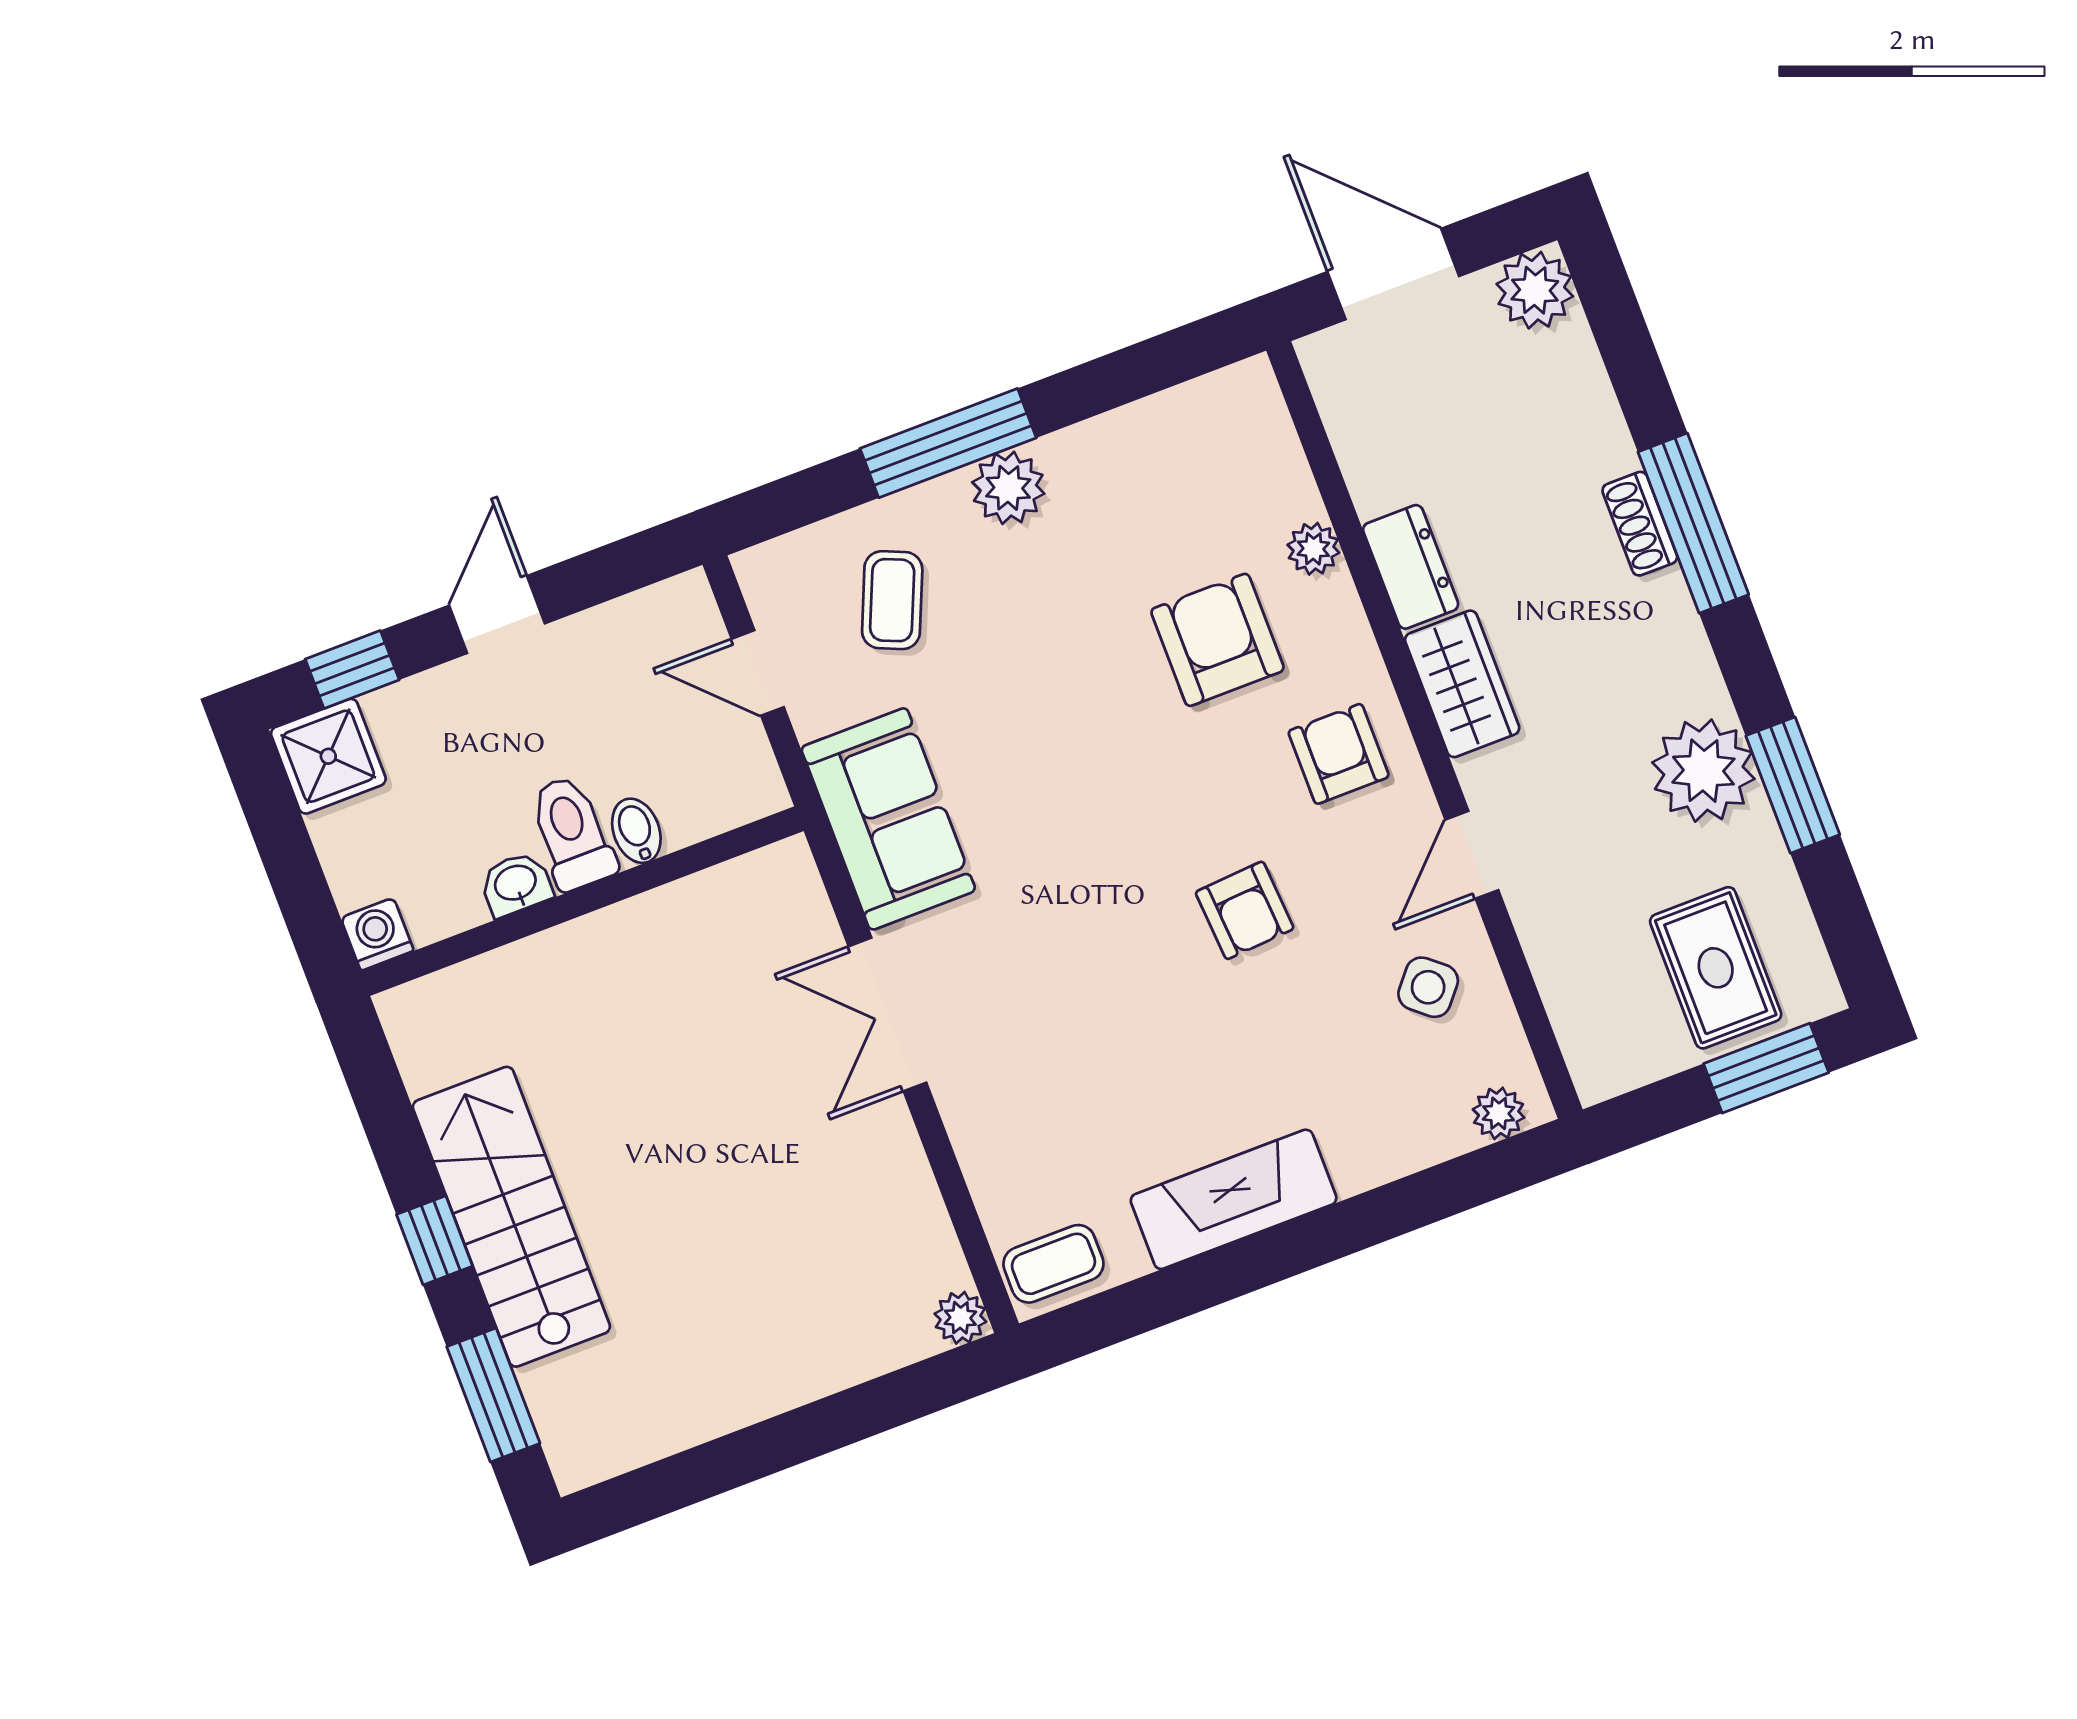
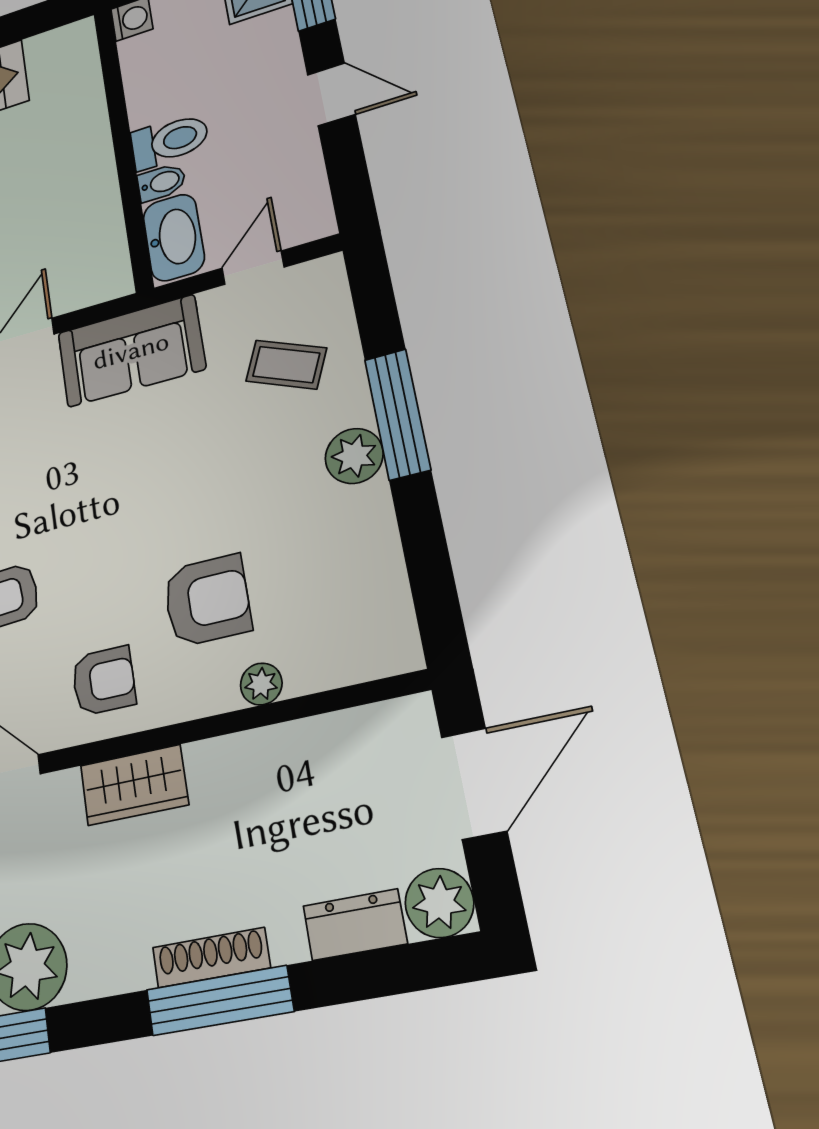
shoe rack: (1640, 524) -> (211, 958), width x1.43
dresser: (1411, 567) -> (355, 925), moved, turned 180
washbasin: (516, 884) -> (174, 238), moved, width x1.91, depth x1.45

